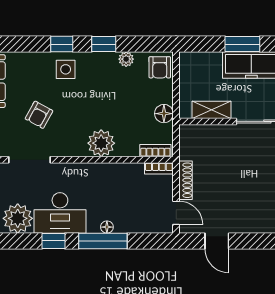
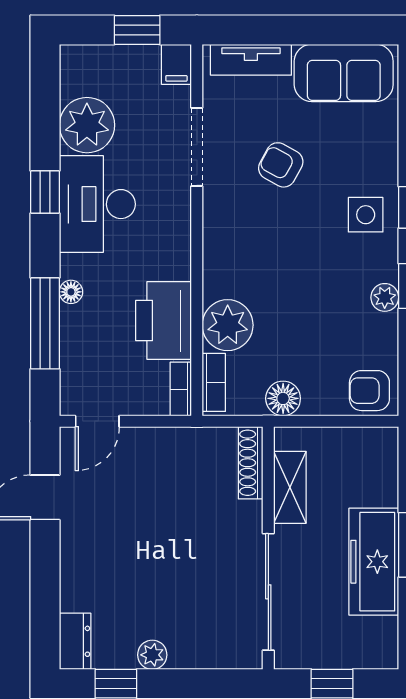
plant: (126, 59) -> (385, 297), moved
plant: (101, 143) -> (228, 325), moved
printer: (122, 177) -> (164, 321), added
shoe rack: (186, 180) -> (251, 463), moved, turned 90
window: (103, 241) -> (45, 323), moved

